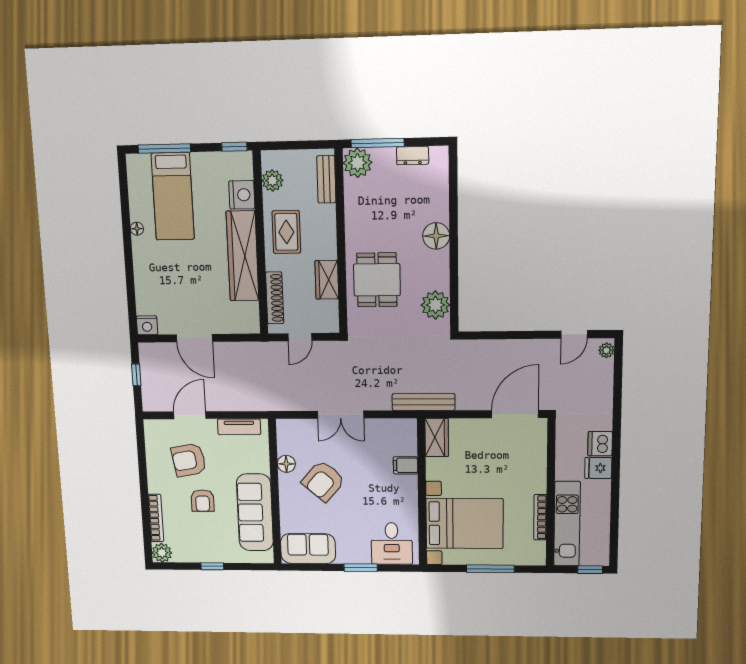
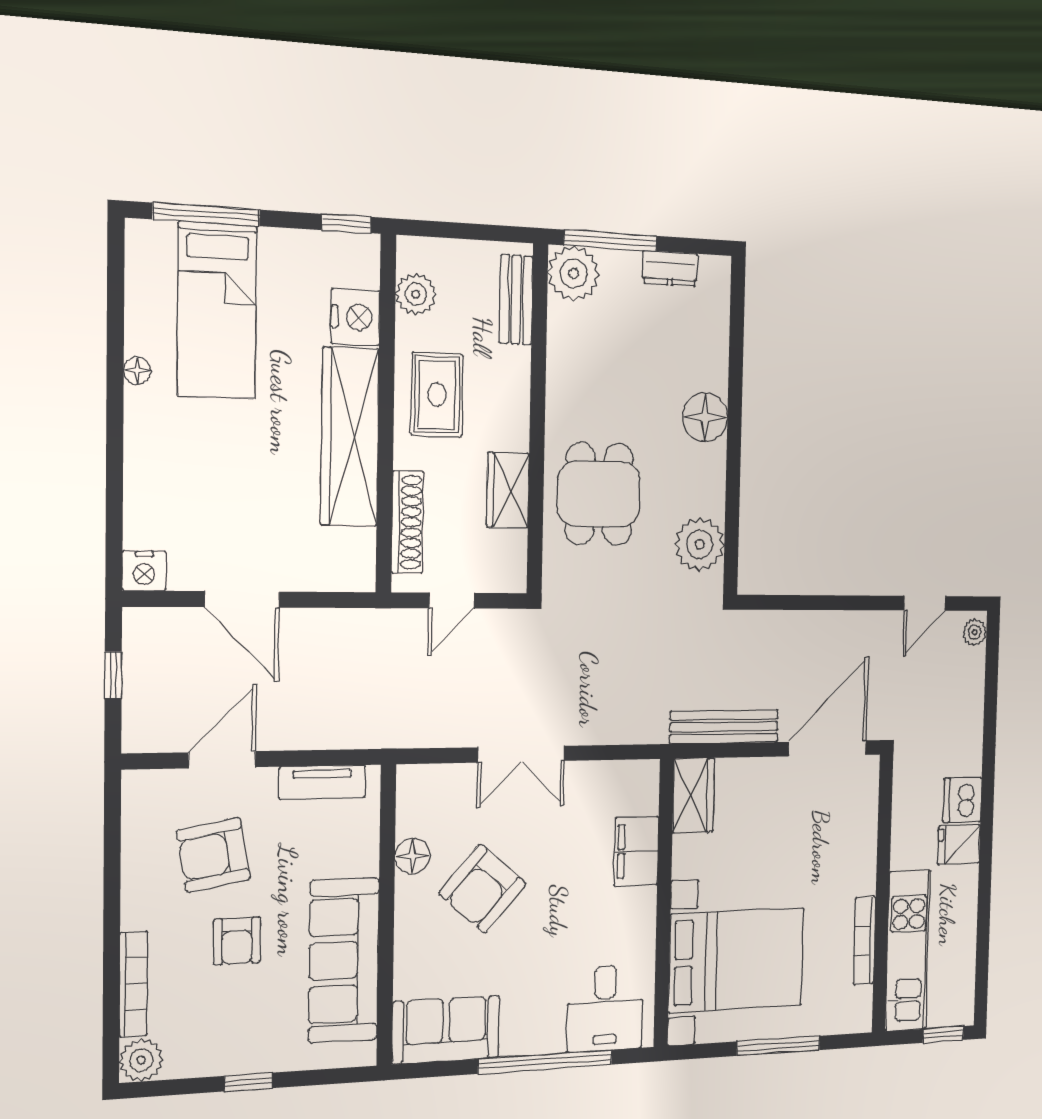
bench: (424, 402) -> (724, 727), moved
filing cabinet: (406, 465) -> (636, 851), width x2.00
window: (361, 568) -> (545, 1062), width x2.11

